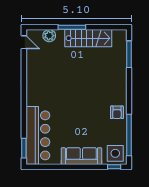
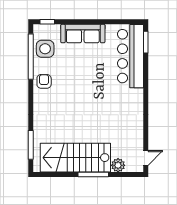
stairs: (88, 38) -> (75, 158), width x1.36, depth x1.51
door: (24, 42) -> (146, 158), swing flipped
side table: (115, 153) -> (45, 49), moved

